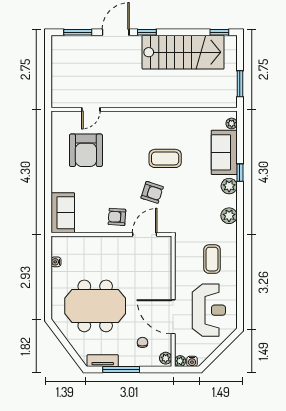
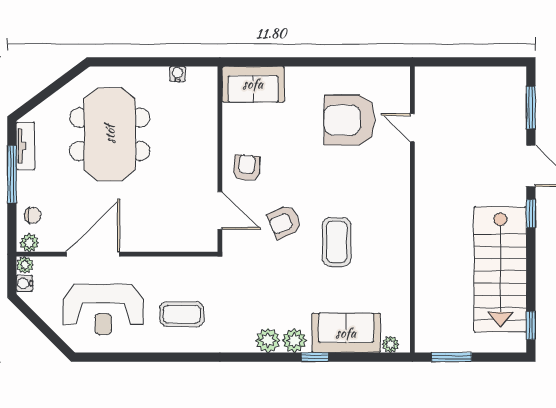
armchair: (152, 192) -> (284, 222), turned 48
plant: (229, 216) -> (268, 340), moved
chair: (142, 342) -> (33, 215), moved

